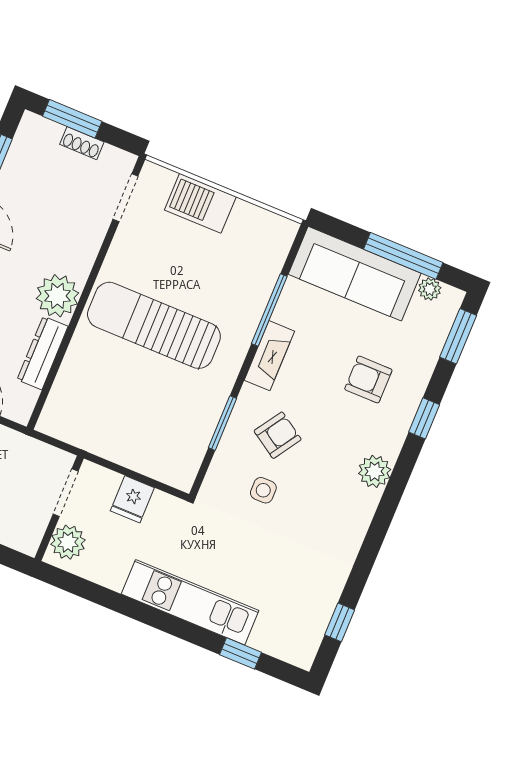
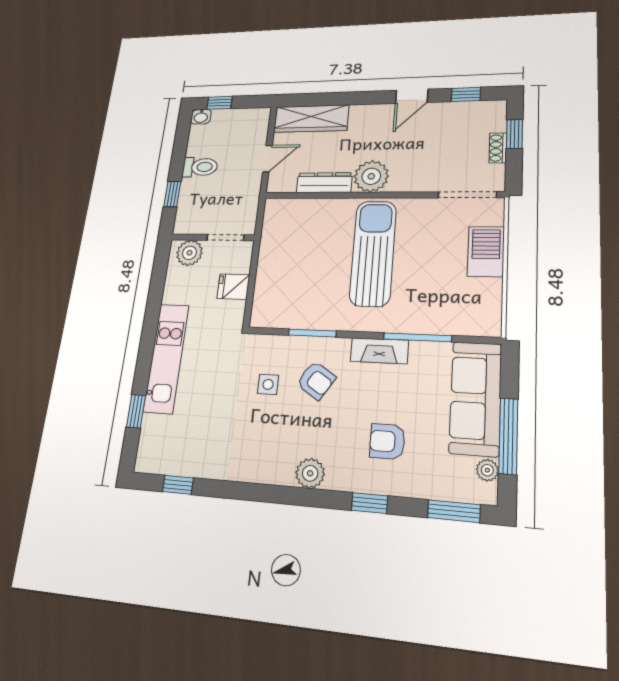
window: (72, 119) -> (514, 134), width x0.67
doorway: (125, 198) -> (467, 195), width x1.38
armchair: (368, 380) -> (387, 441), turned -90

